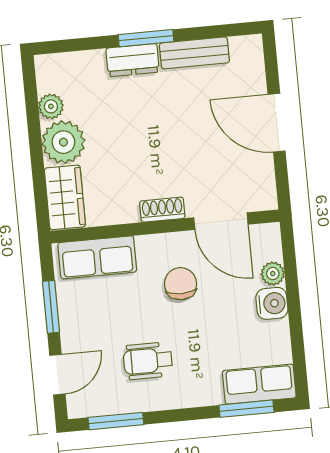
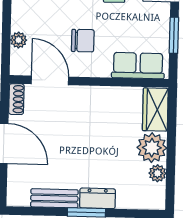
shoe rack: (162, 210) -> (16, 99), moved, turned -90
chair: (181, 284) -> (83, 41), turned -90
water cooler: (272, 303) -> (22, 20), removed

